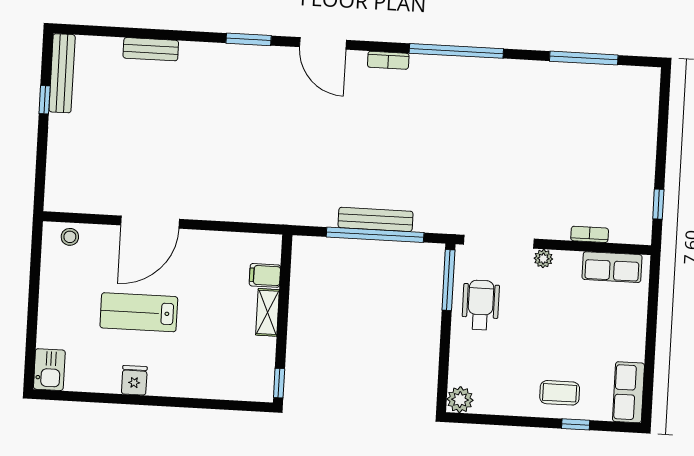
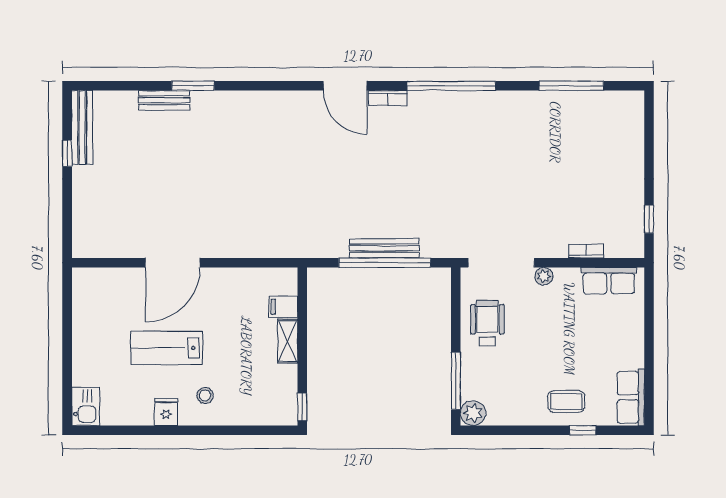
window: (249, 39) -> (193, 86), moved
door: (323, 43) -> (345, 86), moved
stool: (70, 237) -> (205, 395), moved
window: (448, 280) -> (456, 381), moved

